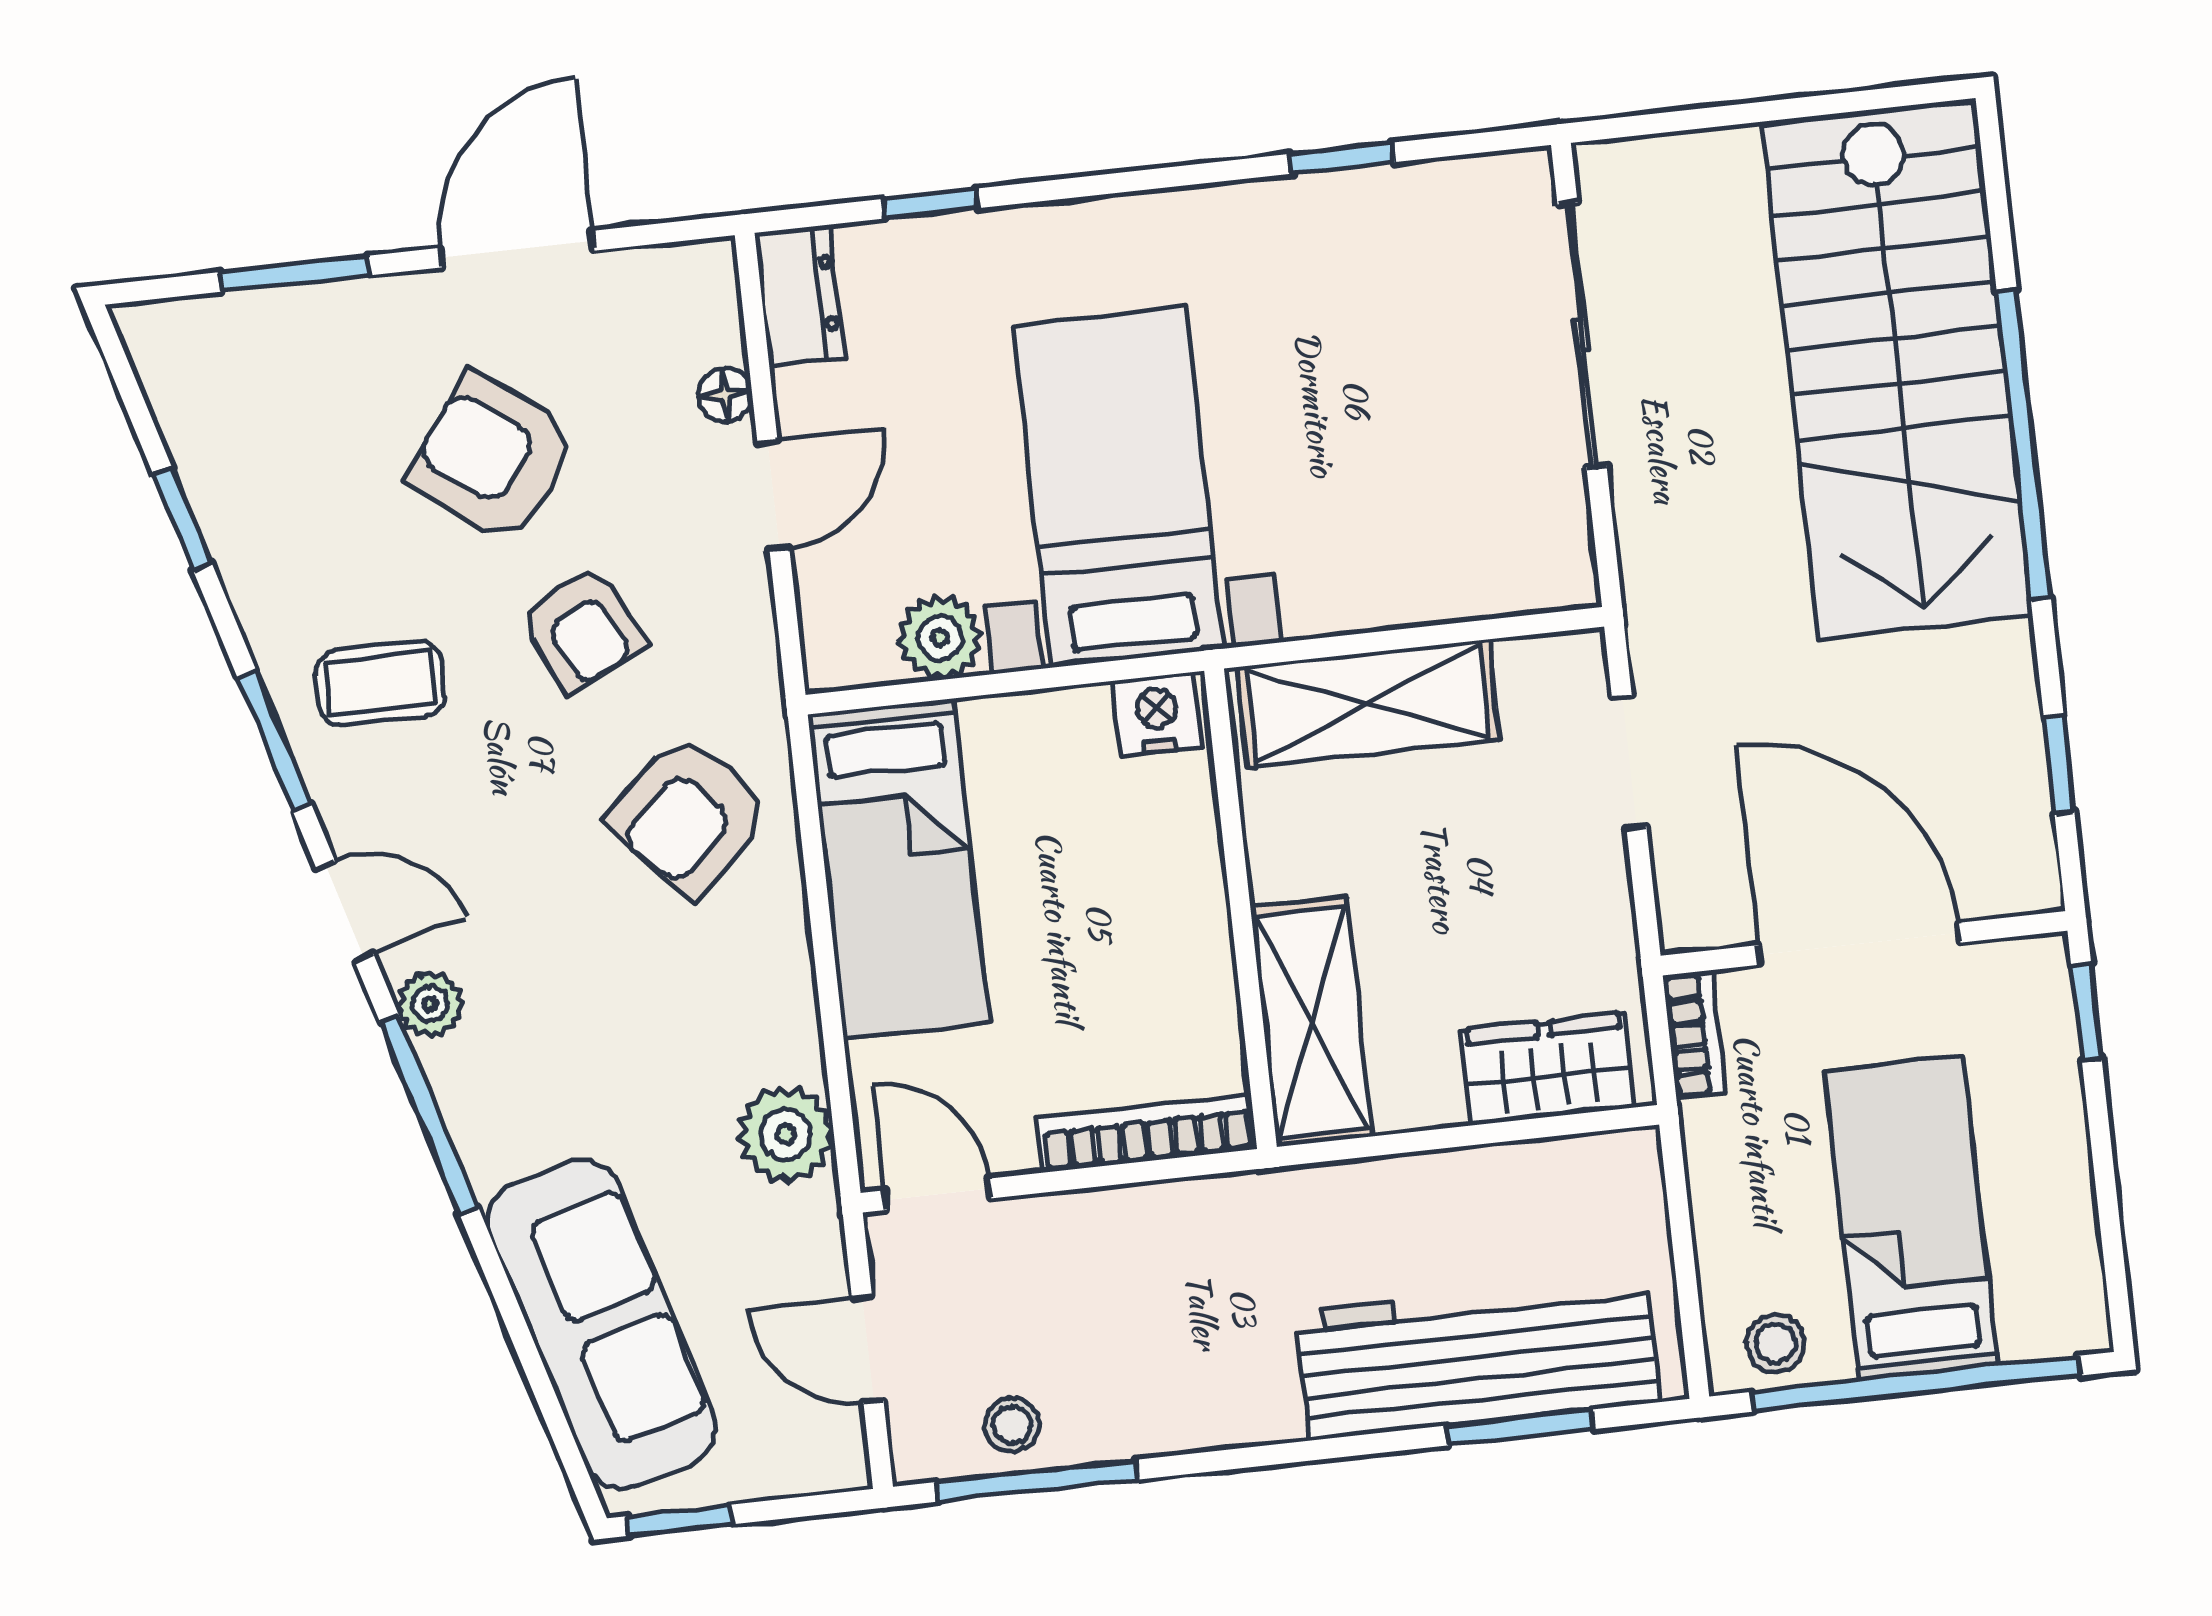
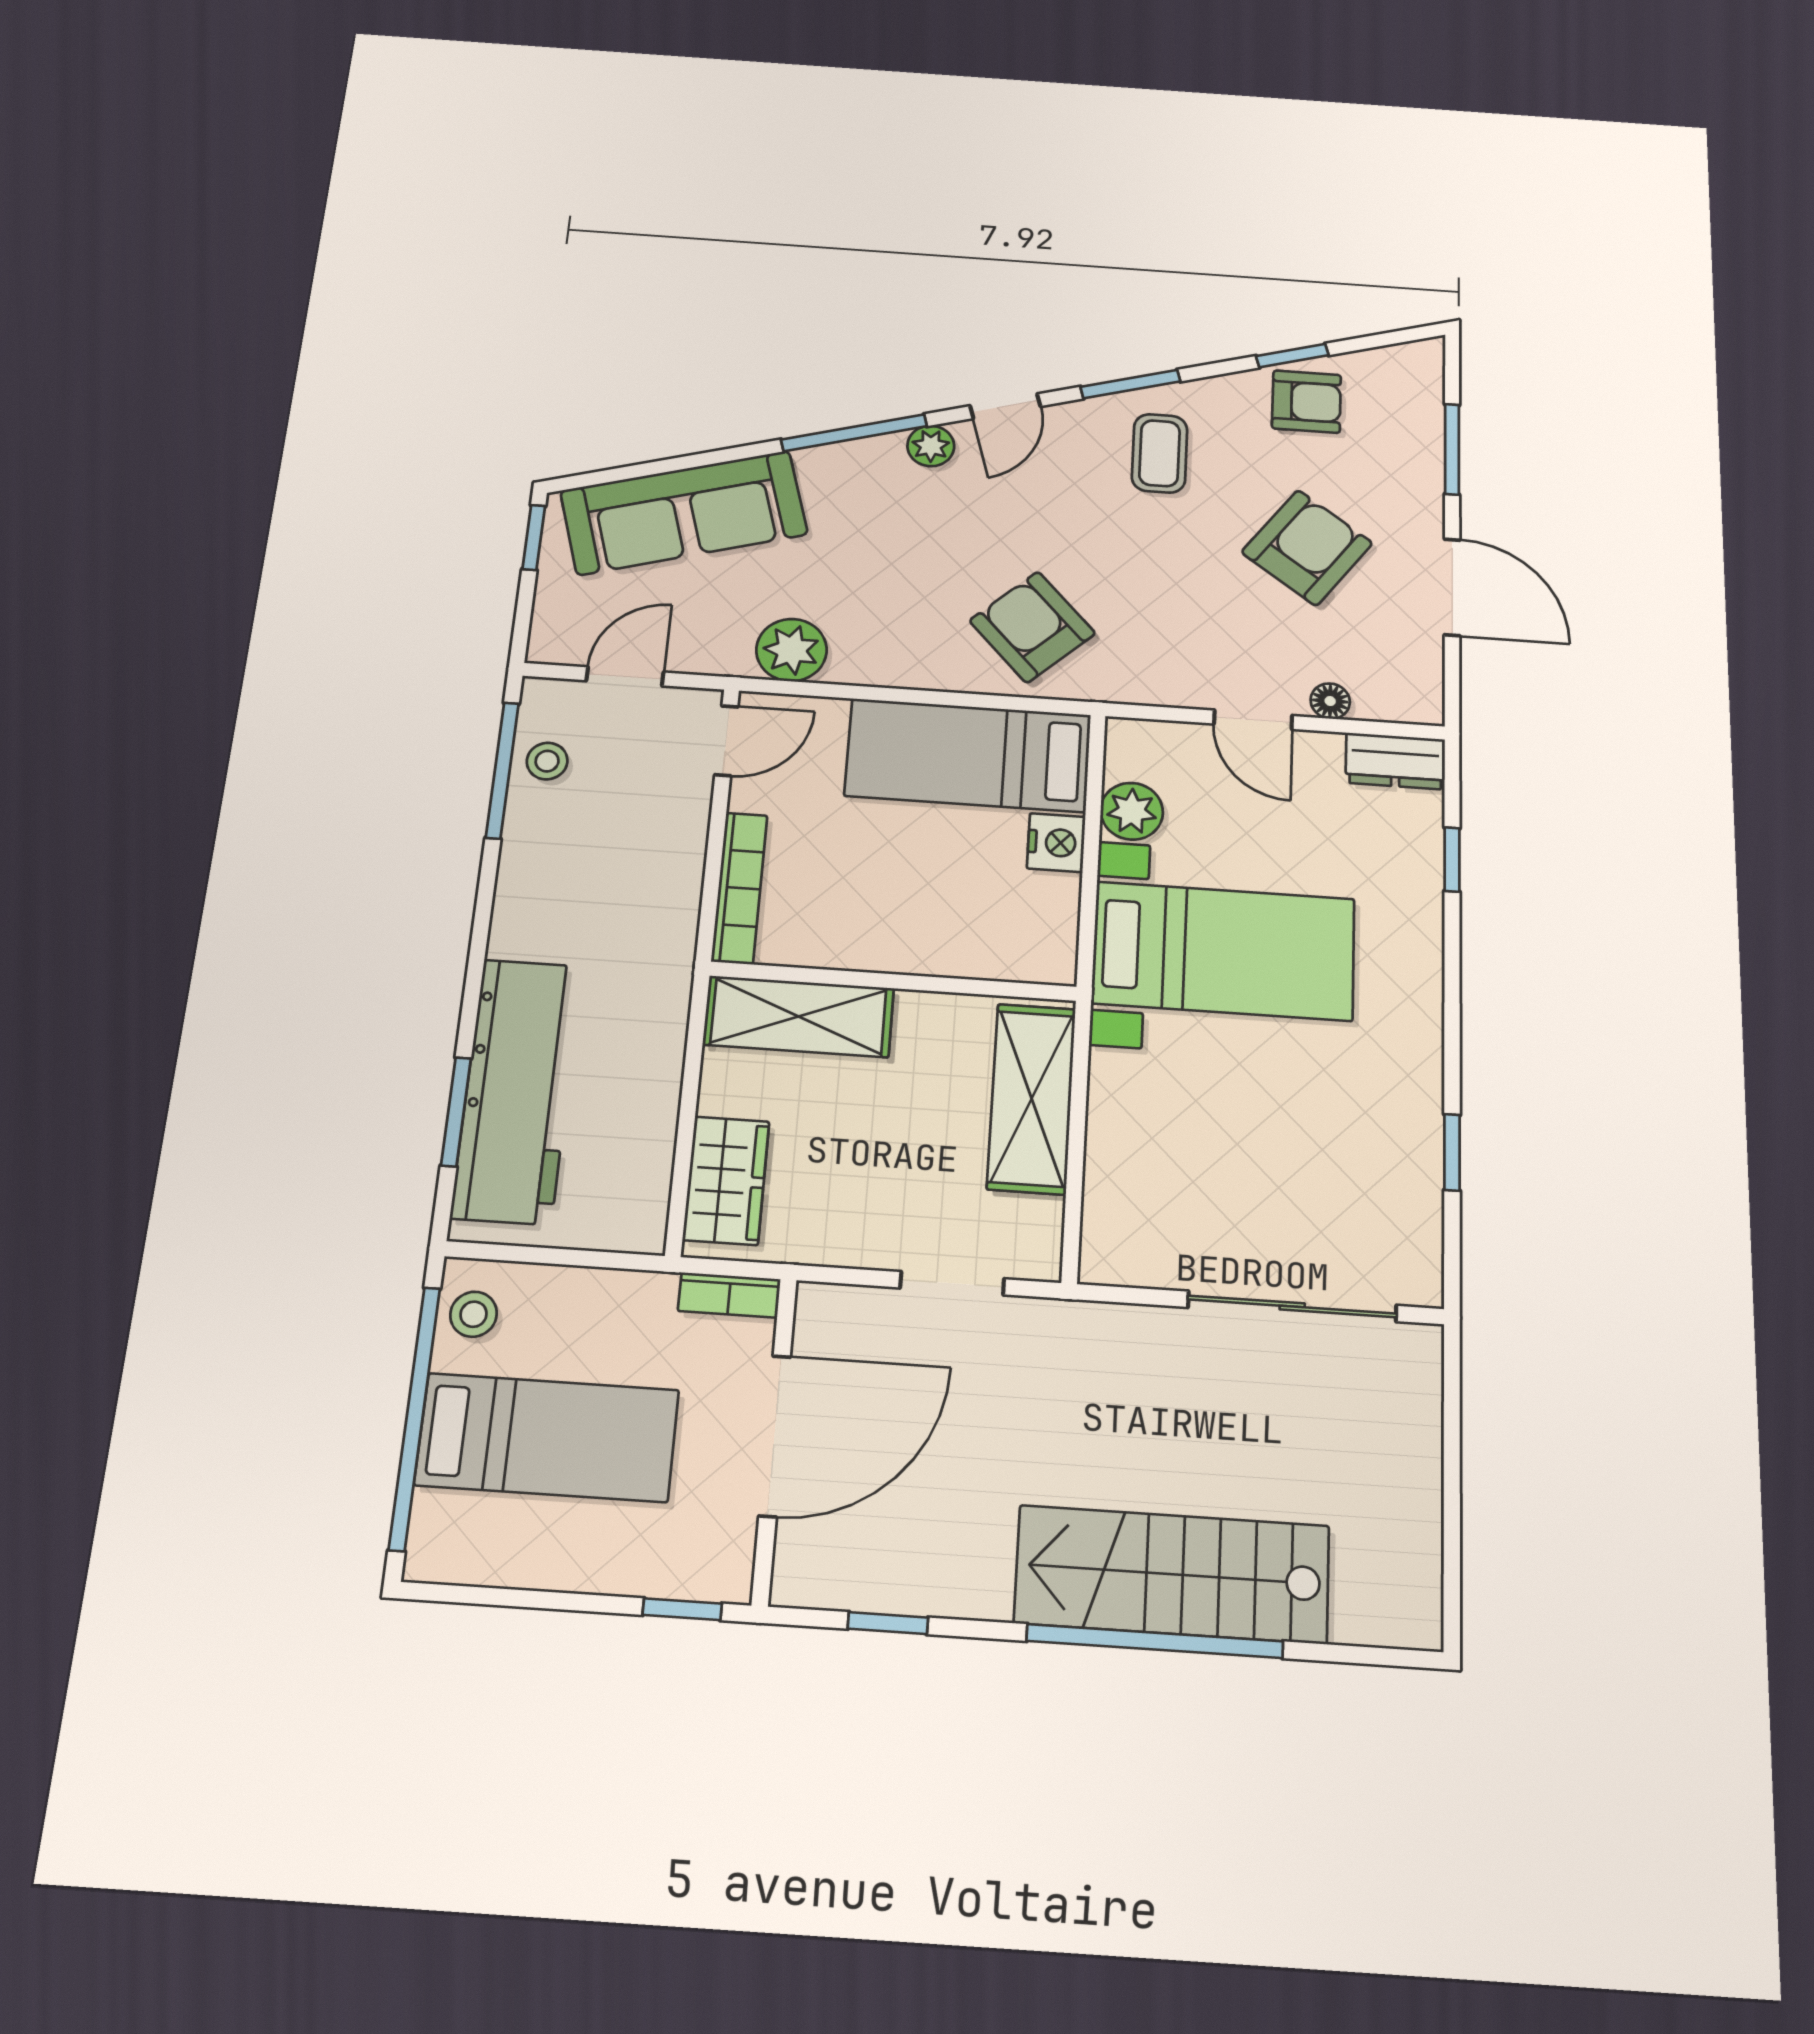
stairs: (1897, 370) -> (1172, 1574), width x0.73, depth x0.66
armchair: (582, 630) -> (1307, 402), moved, turned -153
nightstand: (1157, 714) -> (1056, 843), moved

